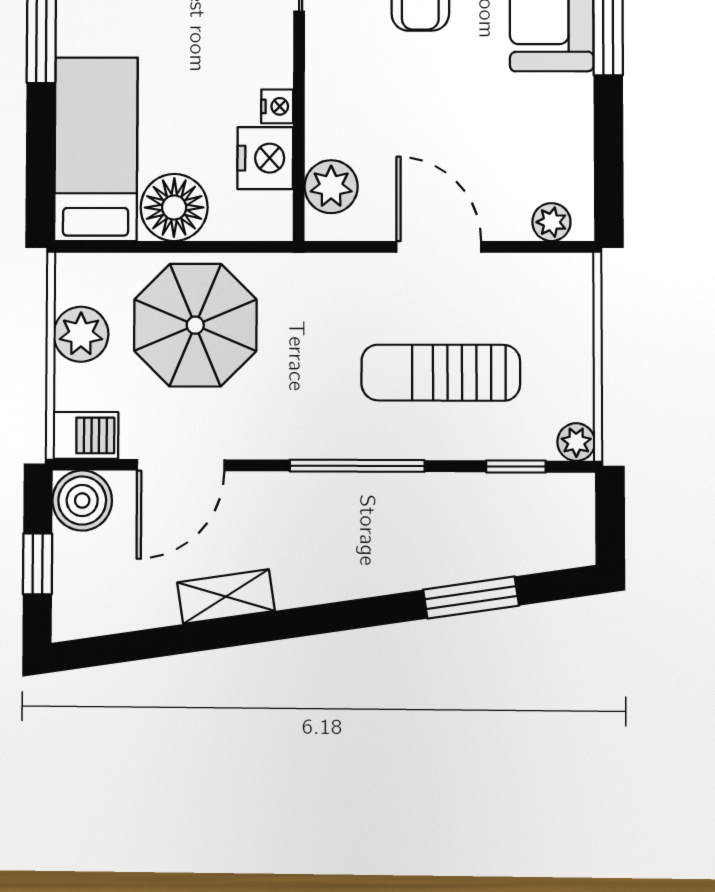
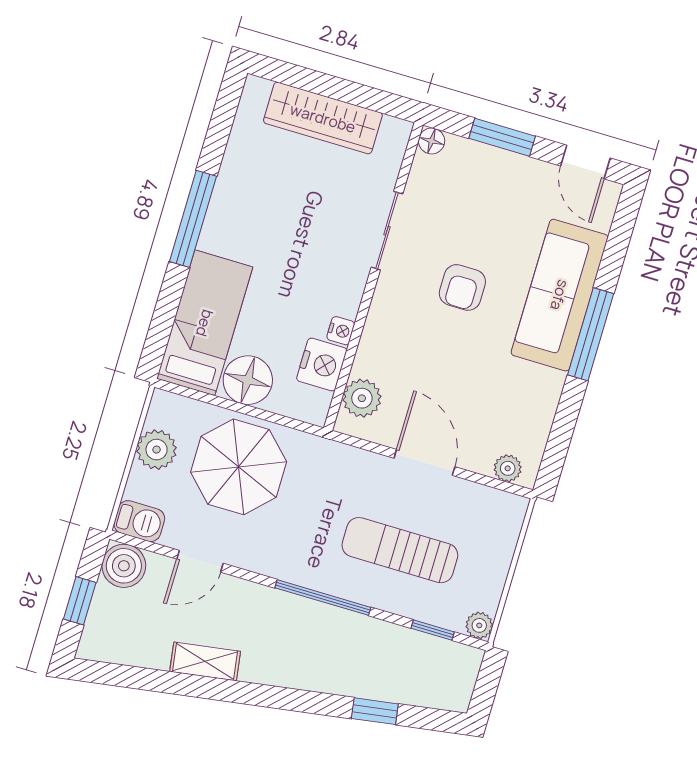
door: (181, 465) -> (200, 561), width x0.73
window: (471, 598) -> (375, 711), width x0.67

